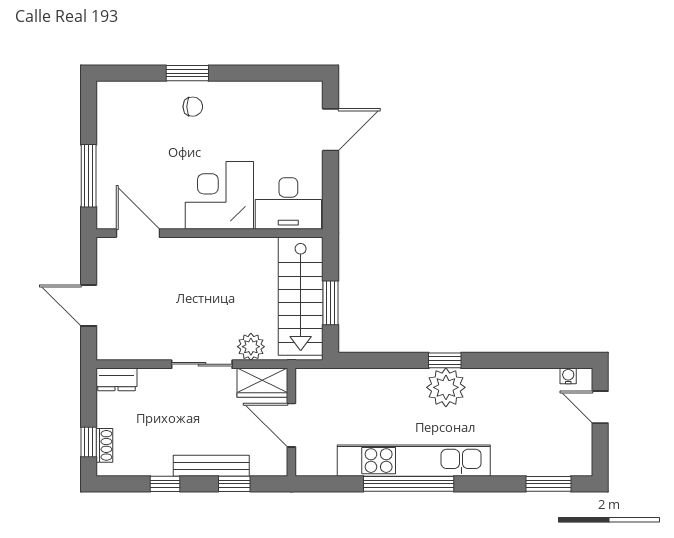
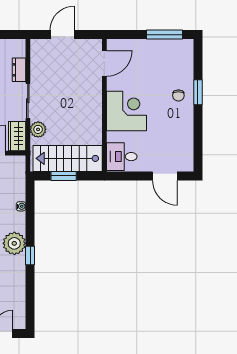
window: (89, 176) -> (164, 35), moved
desk: (288, 203) -> (122, 157), width x0.73
window: (445, 360) -> (30, 255), moved
water cooler: (568, 376) -> (21, 206), moved
dresser: (116, 379) -> (19, 70), moved

